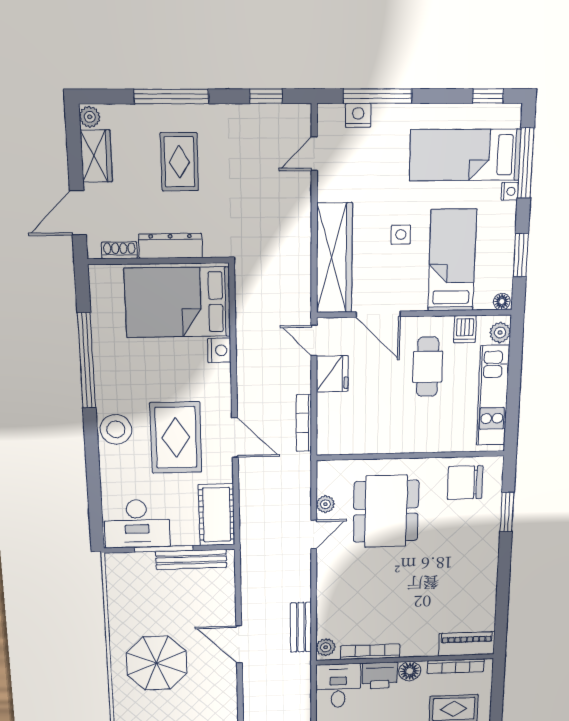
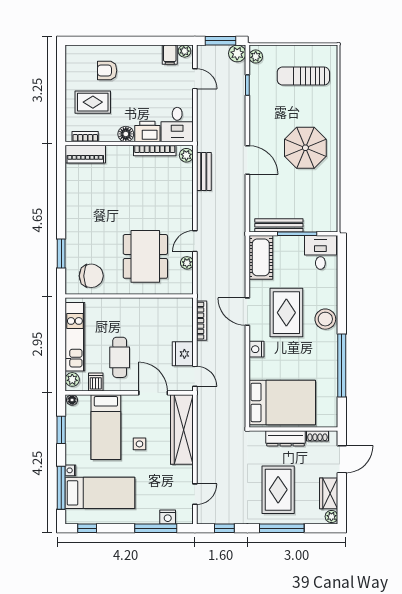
rug: (179, 162) -> (278, 490), width x1.36, depth x1.43
nightstand: (219, 350) -> (256, 349), moved
desk: (137, 524) -> (320, 252), width x0.73
bookcase: (456, 666) -> (85, 137), width x0.64

